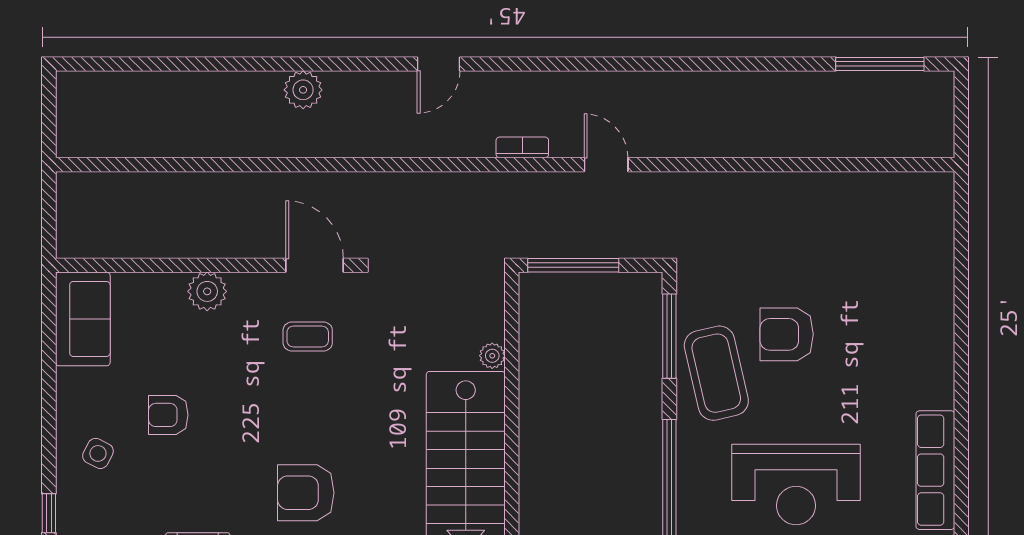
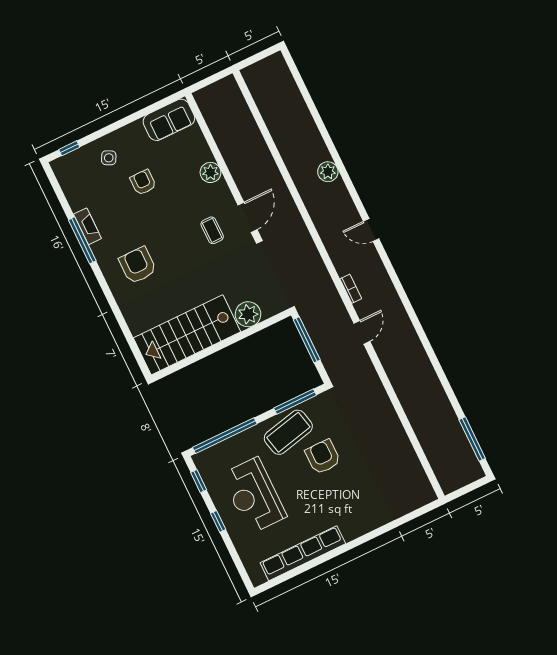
plant: (492, 356) -> (248, 314), width x1.88, depth x1.88
row of seats: (935, 470) -> (303, 553), width x1.36

